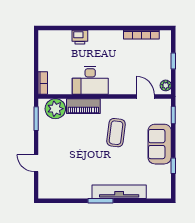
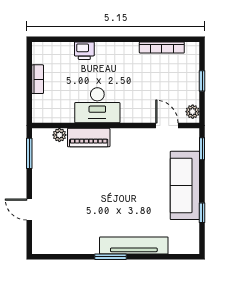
bookcase: (43, 83) -> (38, 79), moved
plant: (55, 109) -> (59, 135), width x0.53, depth x0.53
coffee table: (116, 133) -> (130, 171), removed
sofa: (160, 144) -> (185, 185), width x1.36

